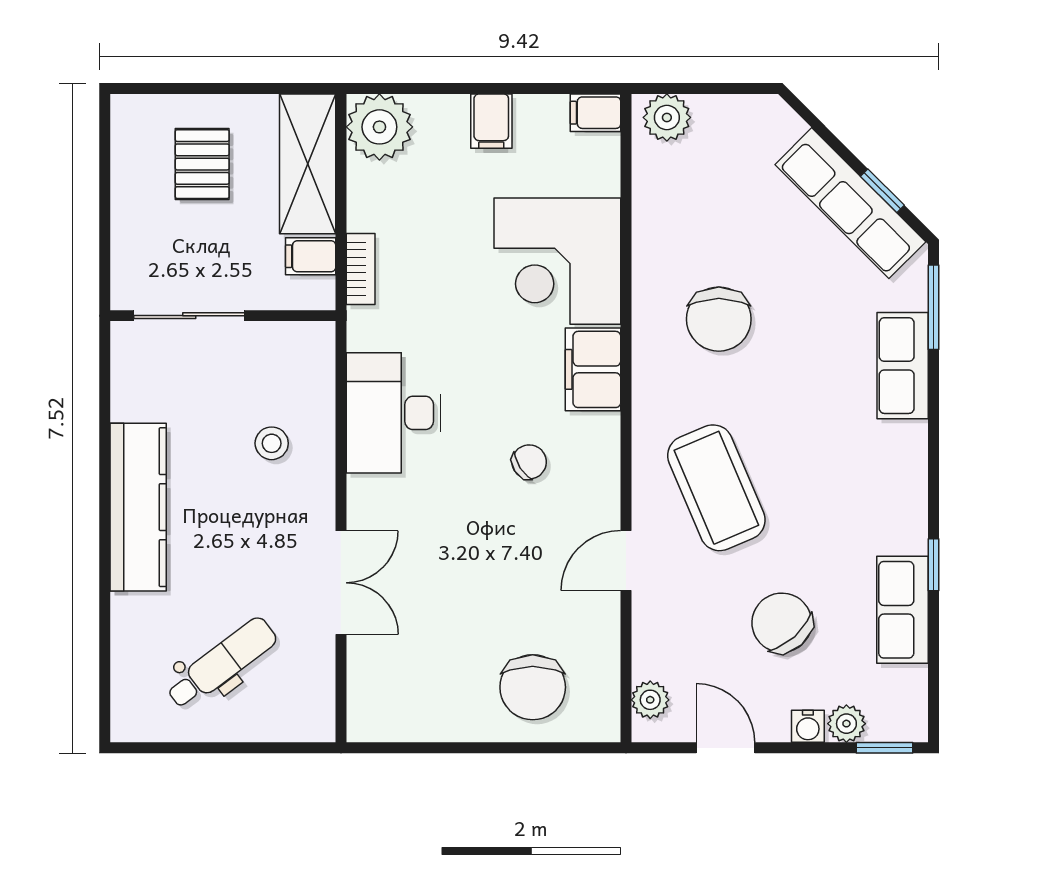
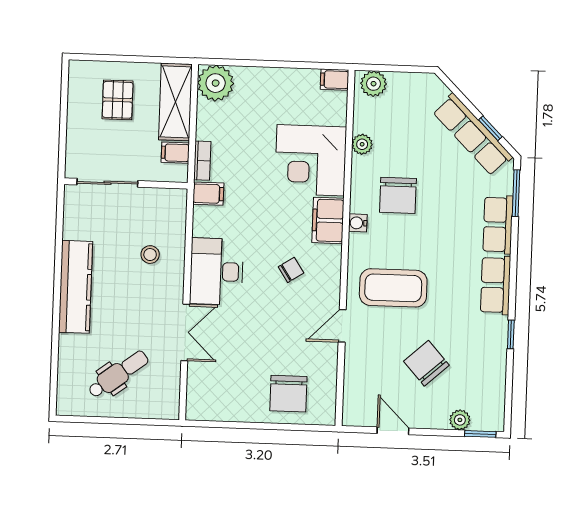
filing cabinet: (491, 121) -> (208, 194), moved, turned -90
desk: (394, 413) -> (216, 271), moved
coffee table: (716, 488) -> (393, 288), turned -67
row of seats: (902, 610) -> (496, 285), moved
plant: (650, 700) -> (362, 144), moved
water cooler: (808, 726) -> (358, 223), moved, turned 90

